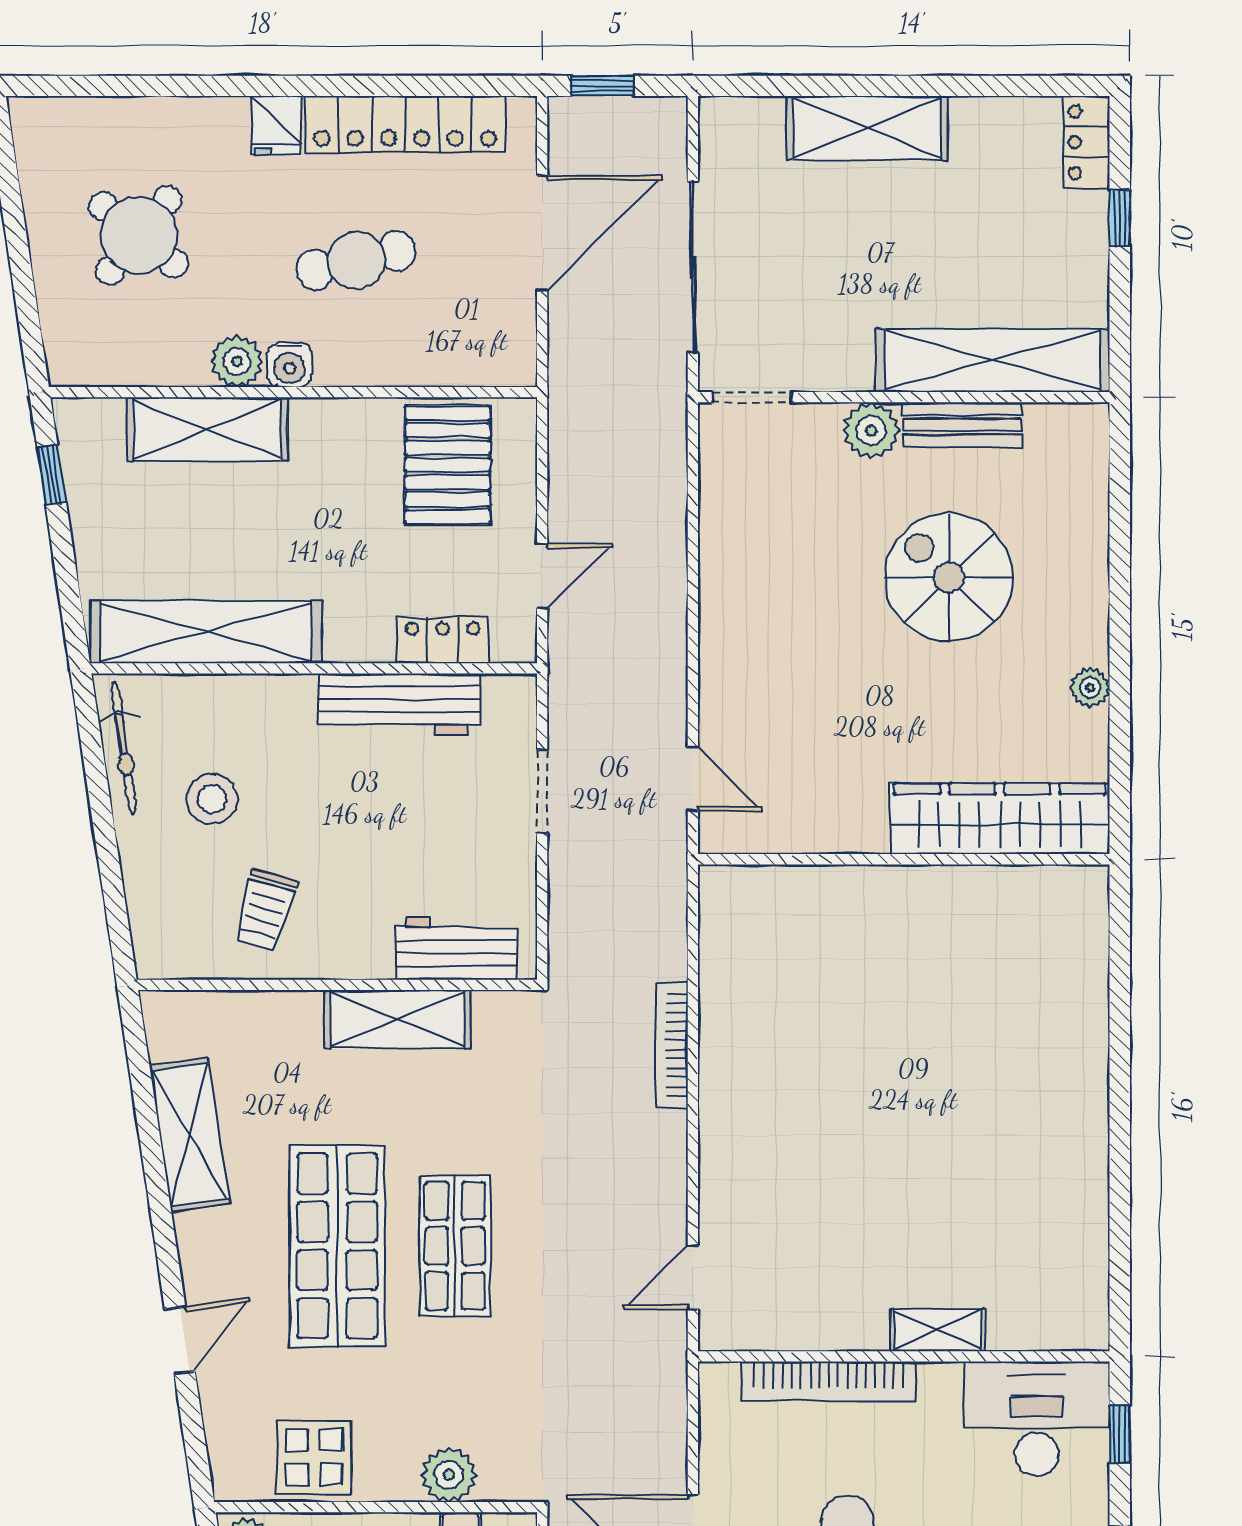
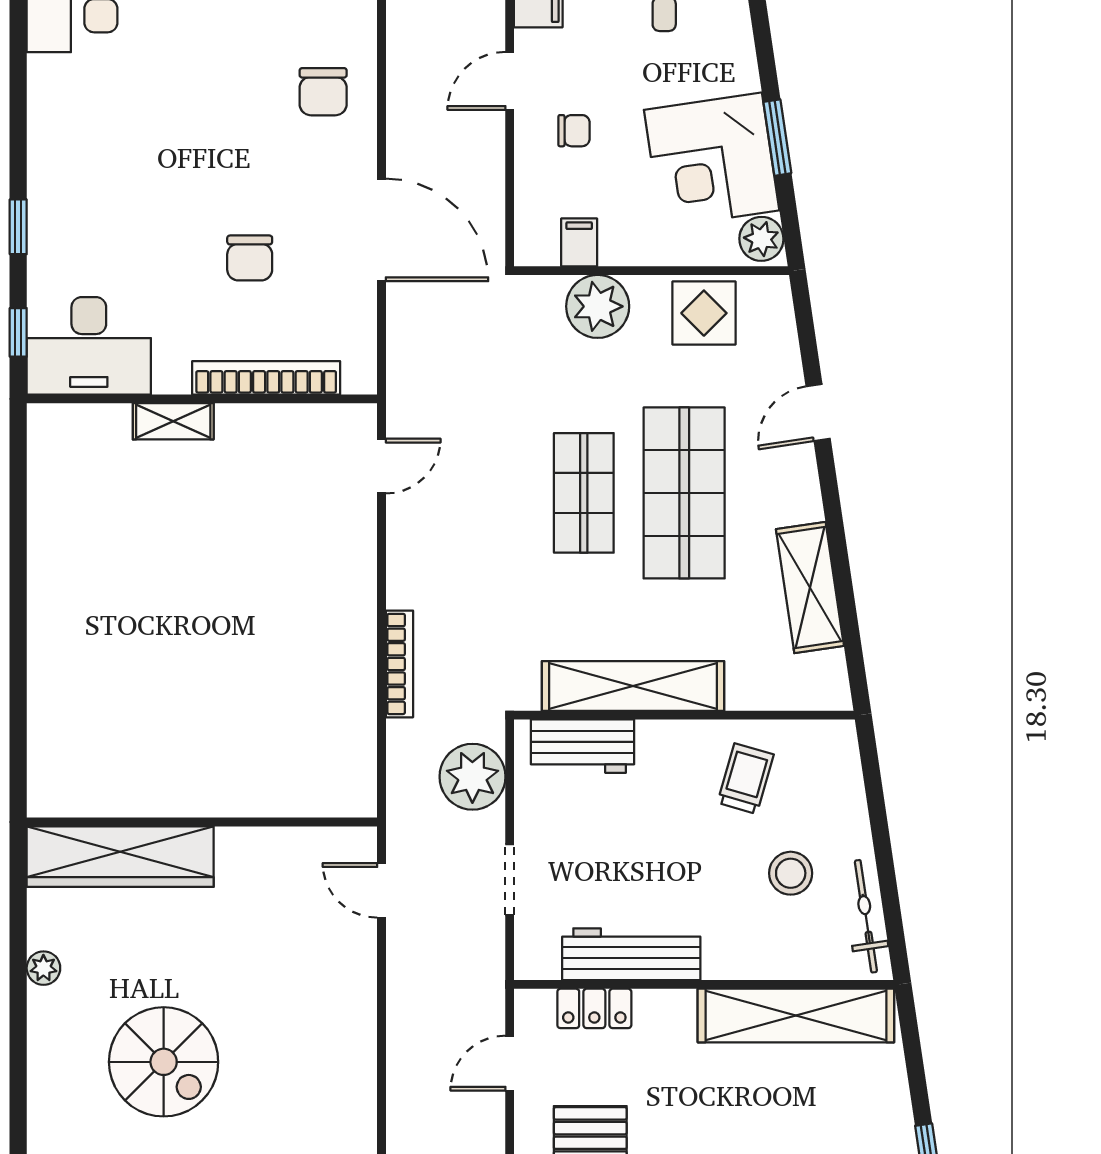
plant: (586, 912) -> (472, 777), added
shelving: (397, 1019) -> (633, 686), width x1.47
plant: (449, 1475) -> (598, 306), width x1.36, depth x1.36

